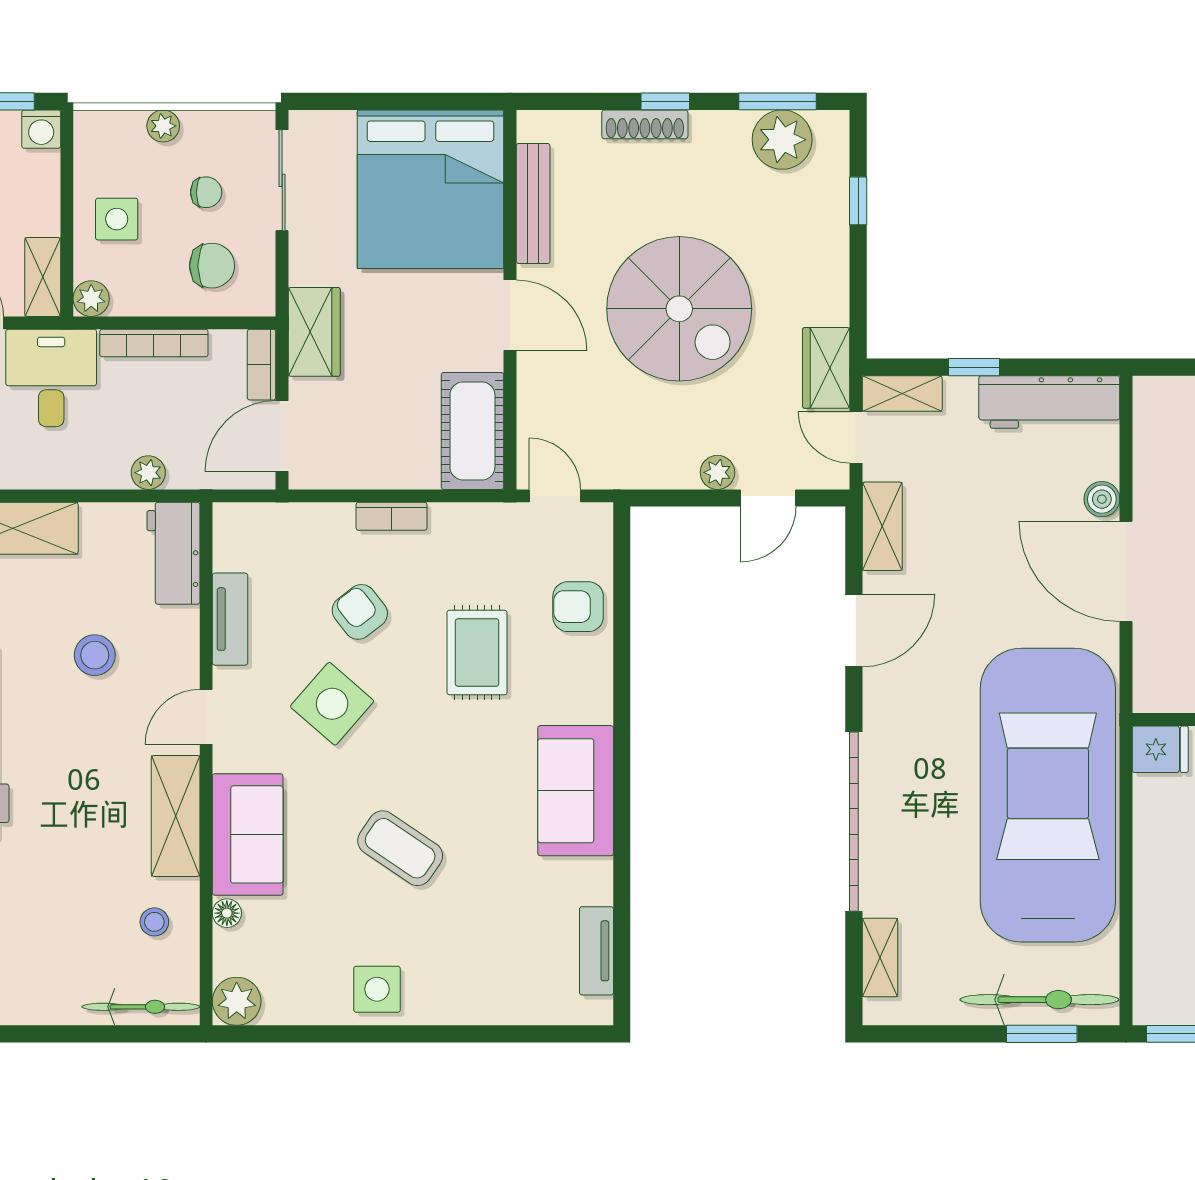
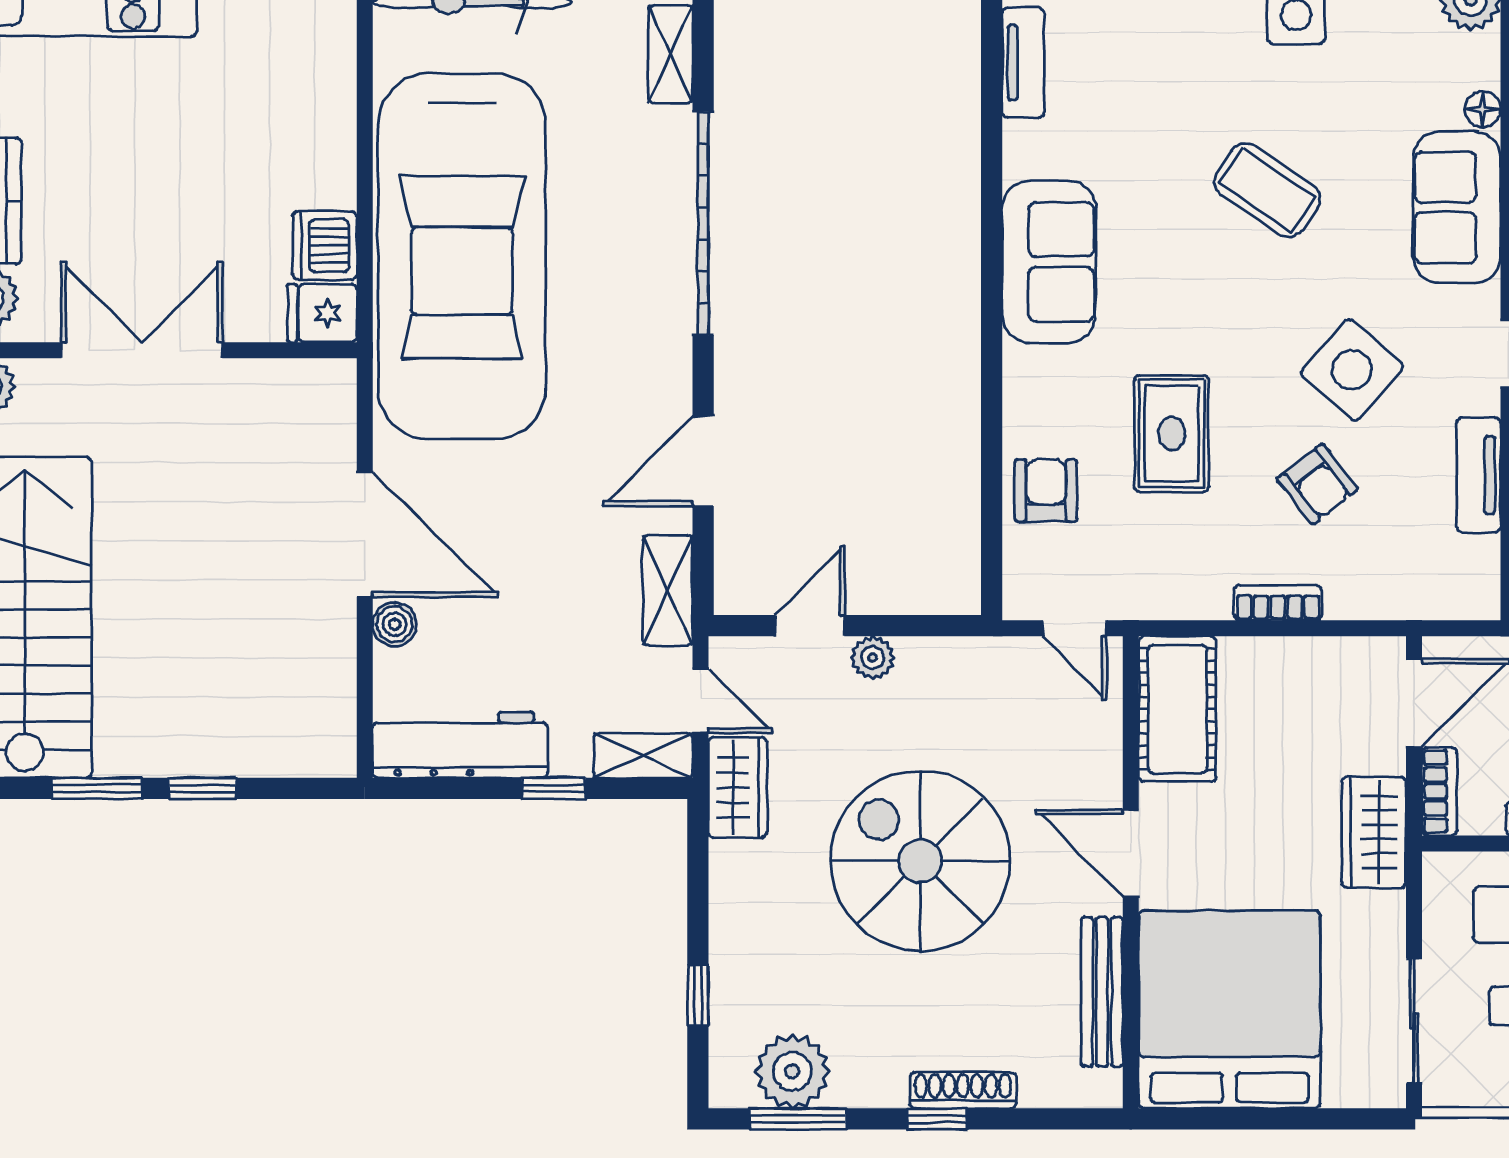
armchair: (578, 607) -> (1046, 491), turned -90
dishwasher: (1158, 804) -> (325, 246), added

